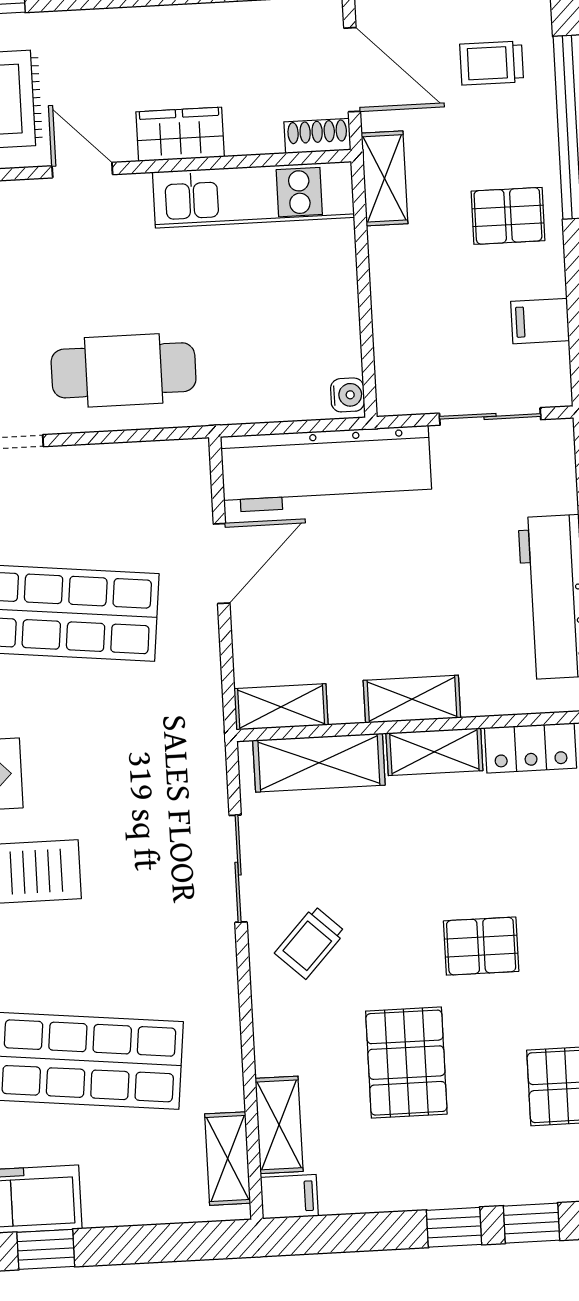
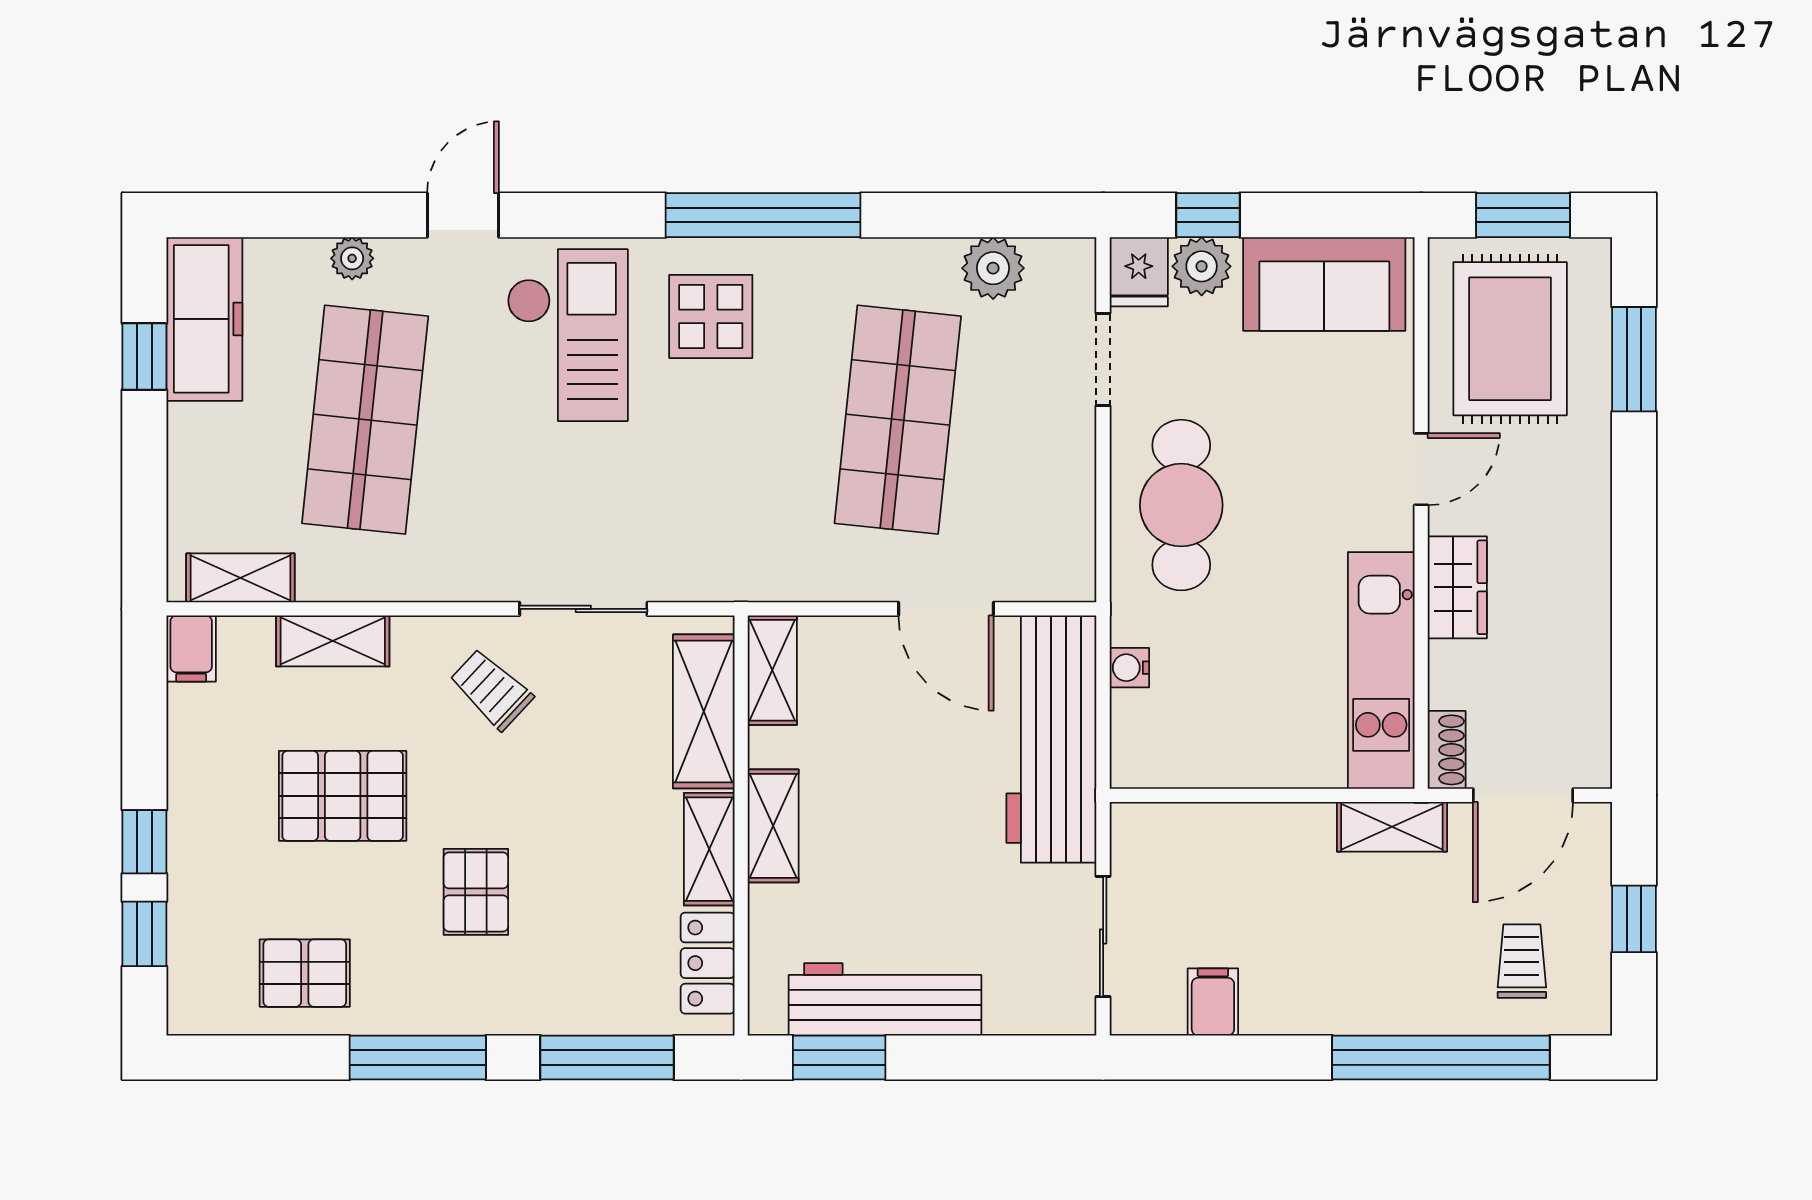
pallet: (508, 216) -> (1340, 971), removed
water cooler: (348, 395) -> (1129, 668), moved, turned 90
shelving: (279, 1125) -> (333, 641), moved

